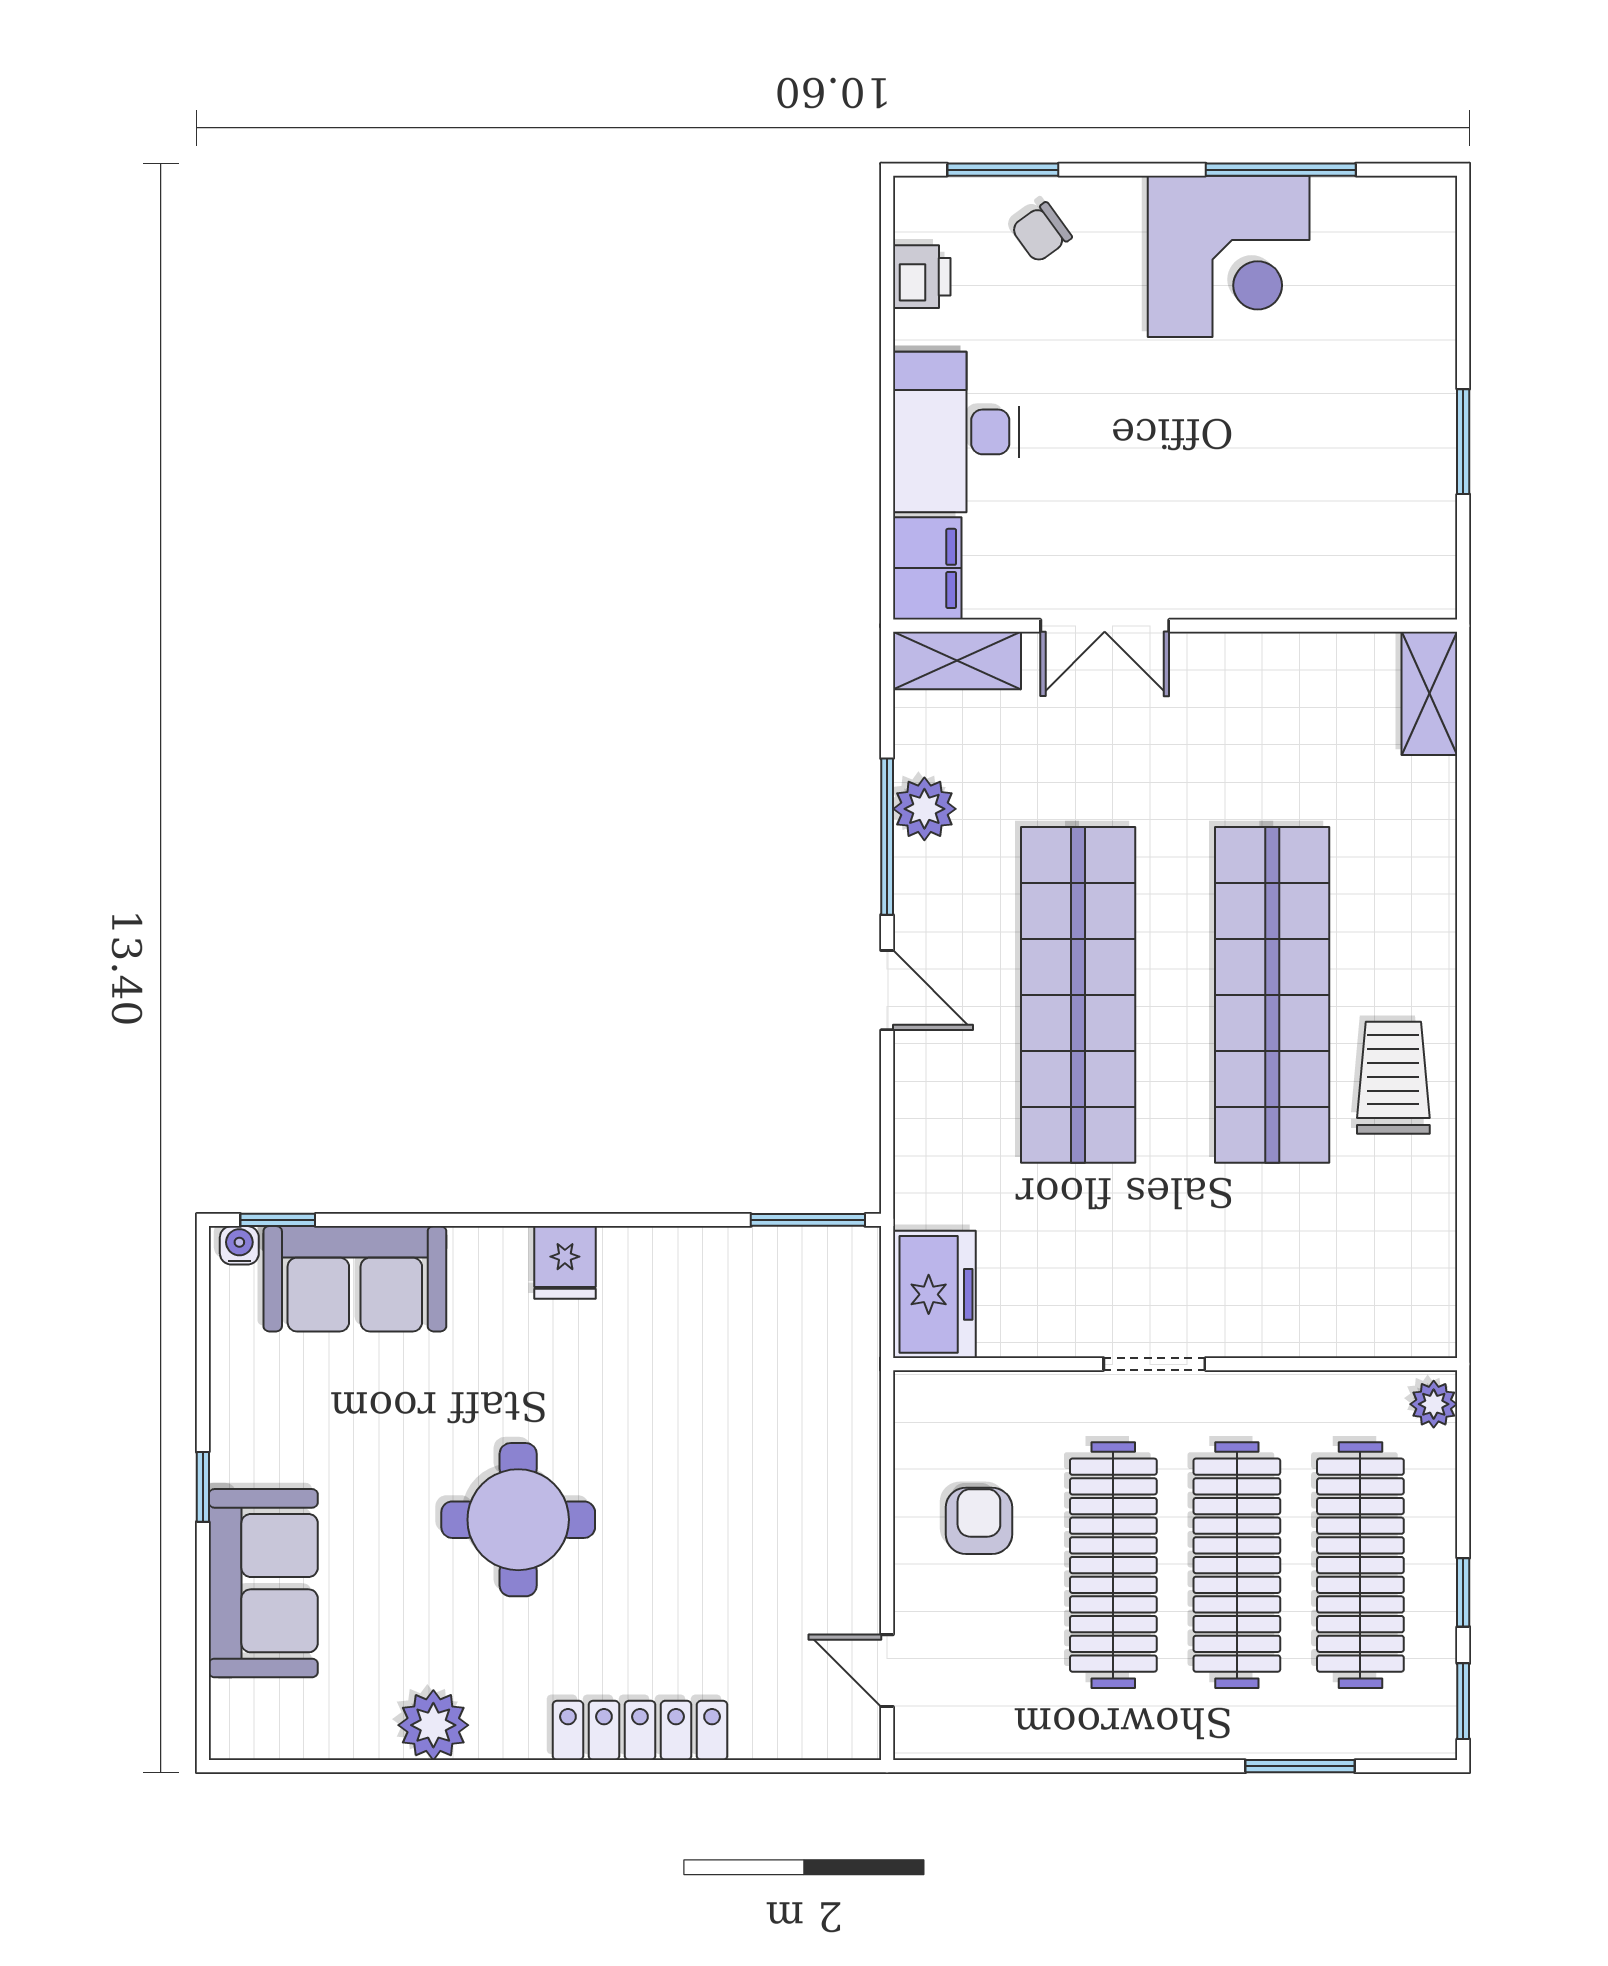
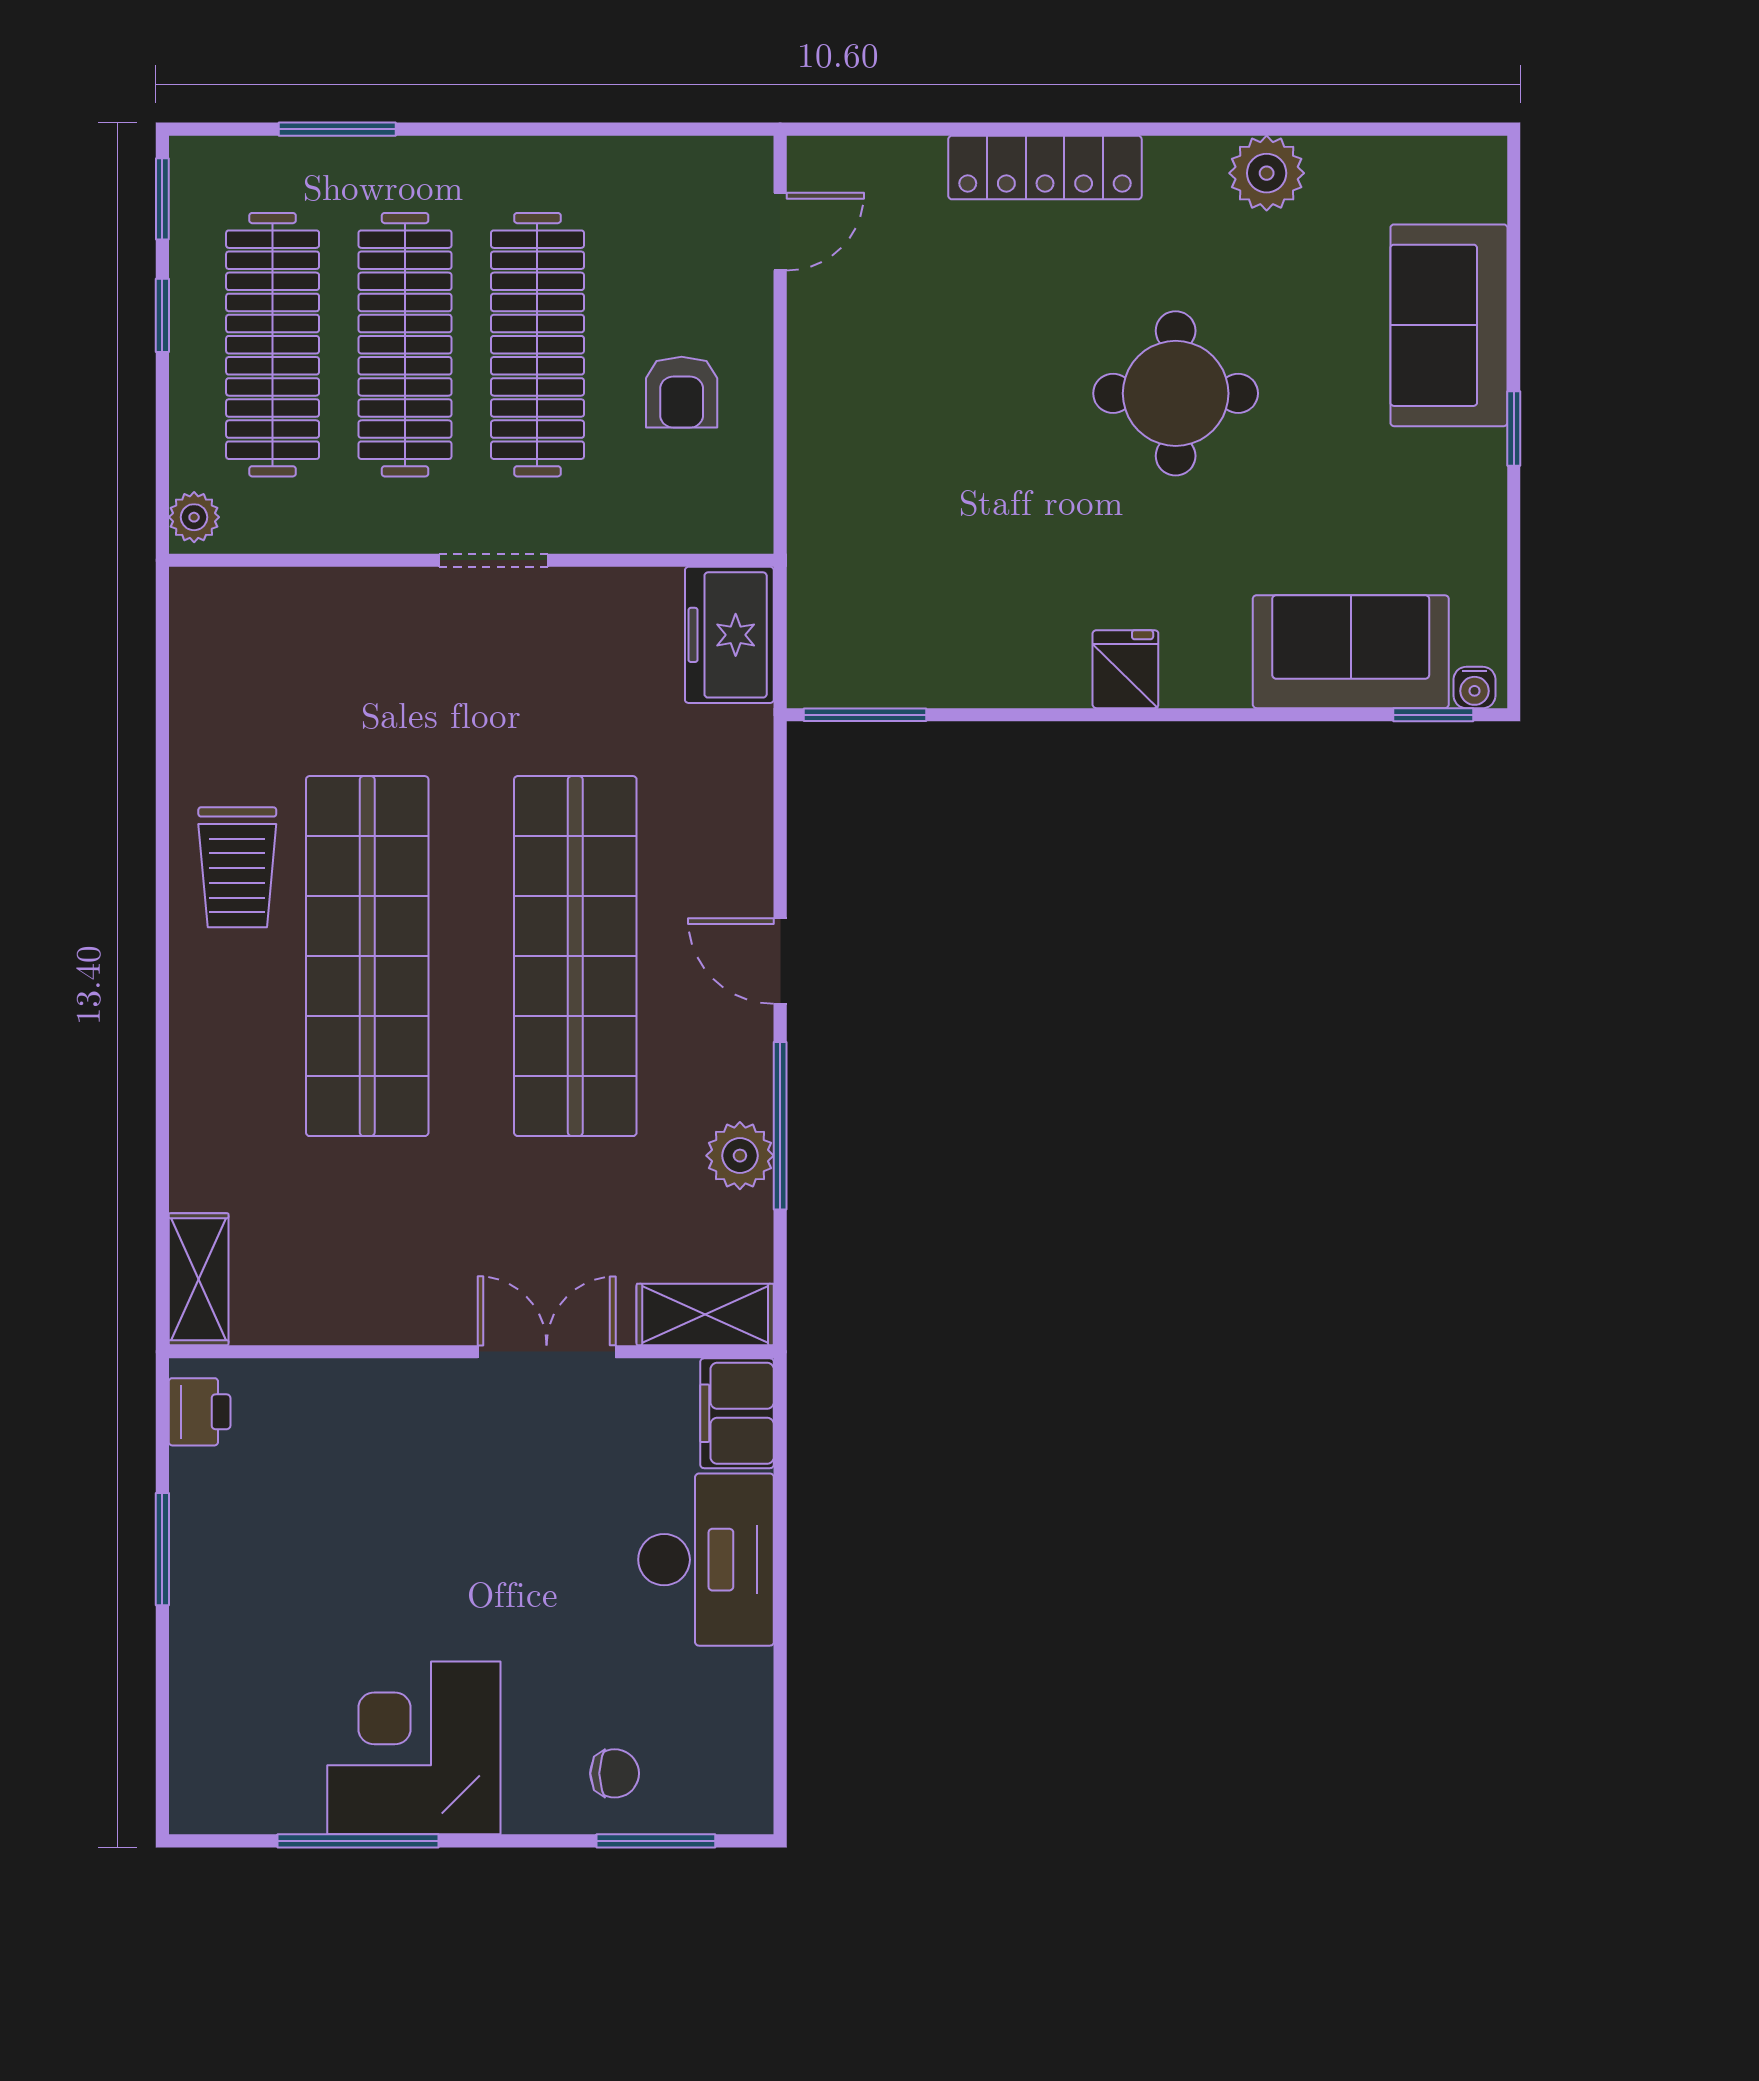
chair: (1041, 232) -> (615, 1773), turned 36
printer: (922, 277) -> (200, 1412), moved, turned 180
door: (887, 1671) -> (780, 232), hinge flipped

